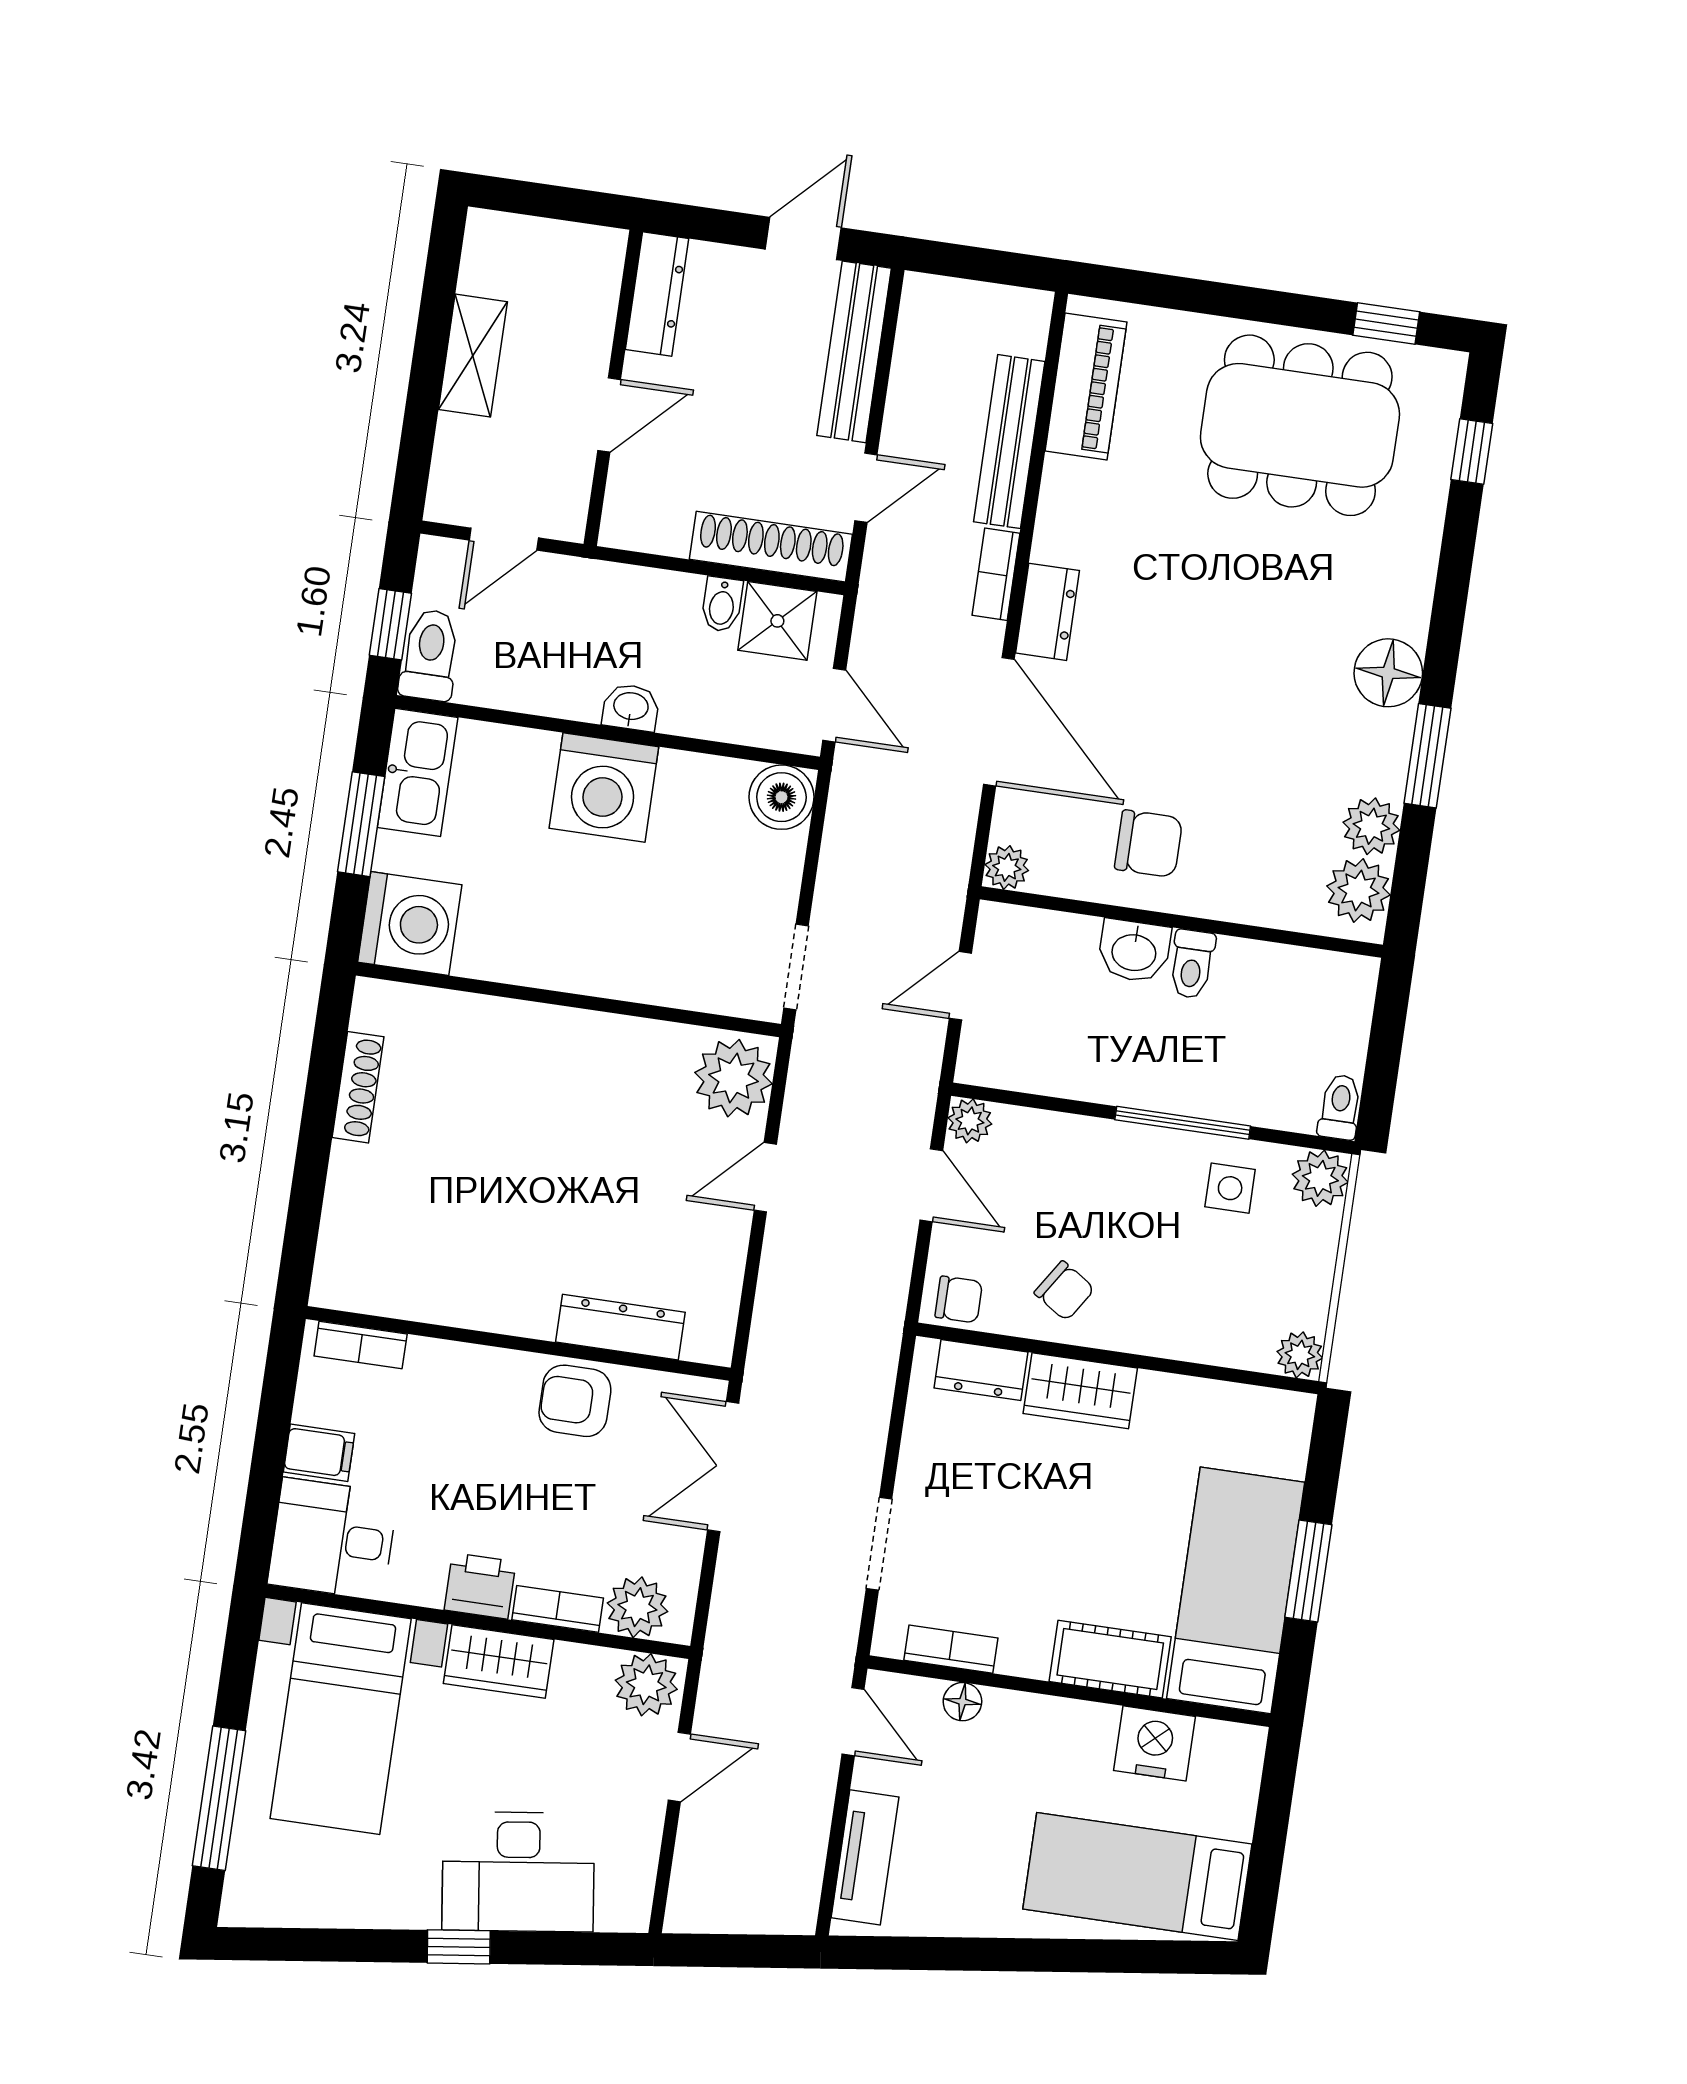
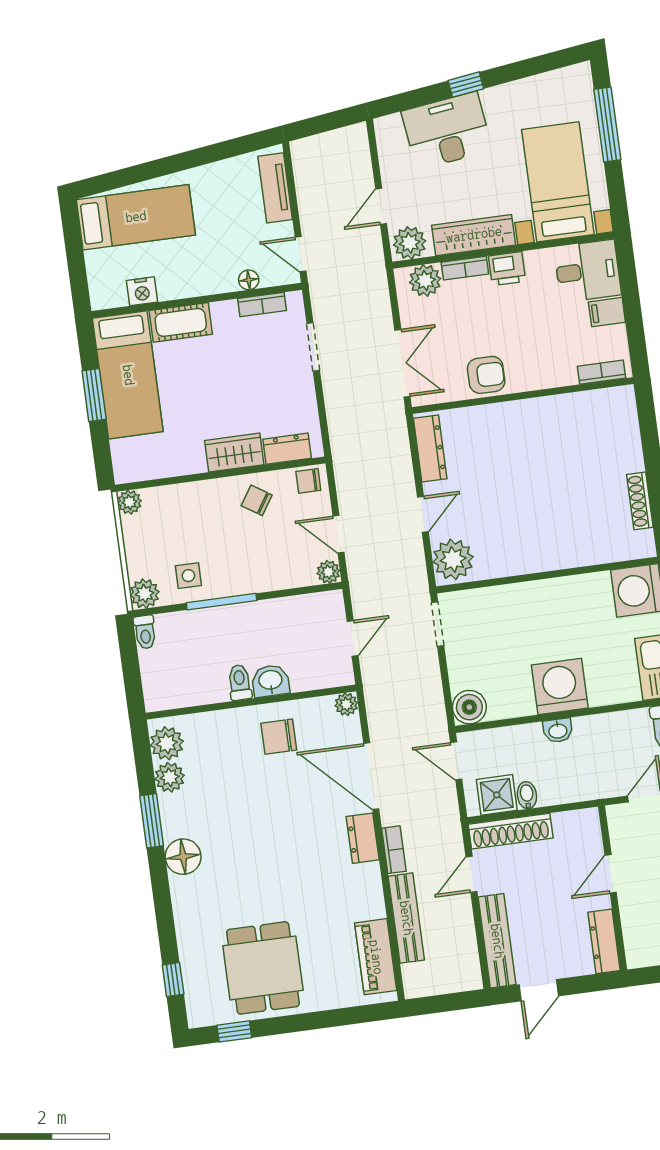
dining table: (1300, 425) -> (263, 968), width x0.73
dresser: (620, 1327) -> (430, 449), moved, turned -90
wardrobe: (499, 1661) -> (474, 235), width x1.50
nightstand: (1155, 1743) -> (142, 291), width x0.74, depth x0.75

